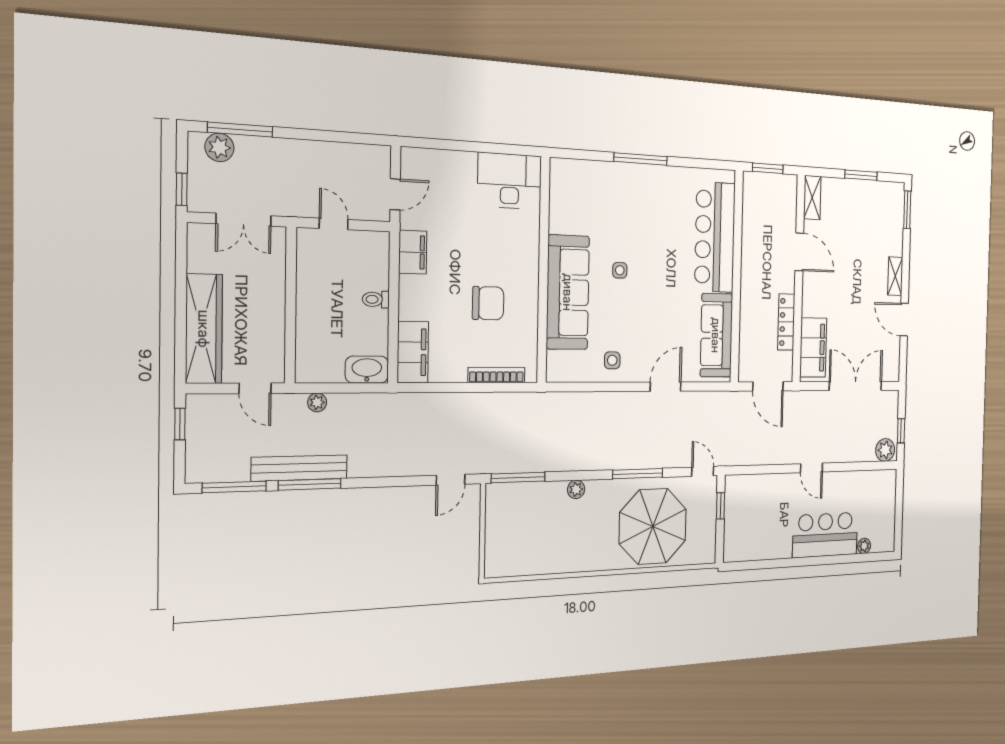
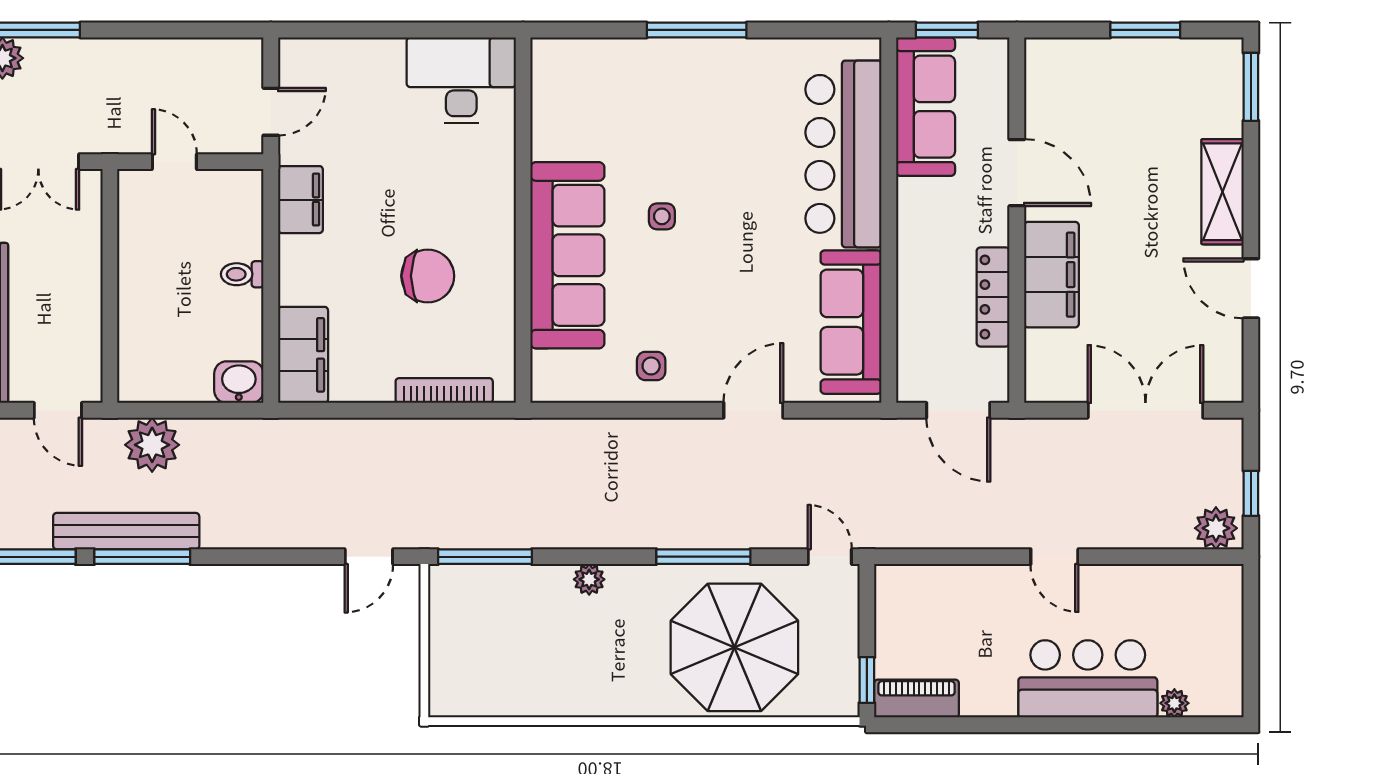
shelving: (812, 198) -> (1041, 76), removed
sofa: (756, 212) -> (926, 107), added
shelving: (895, 276) -> (1222, 192), width x1.50, depth x1.33
filing cabinet: (813, 348) -> (1051, 275), moved
washbasin: (367, 370) -> (239, 382), width x0.72
plant: (317, 402) -> (152, 445), width x1.87, depth x1.87
window: (720, 506) -> (867, 680), moved
piano: (744, 551) -> (917, 699), added

